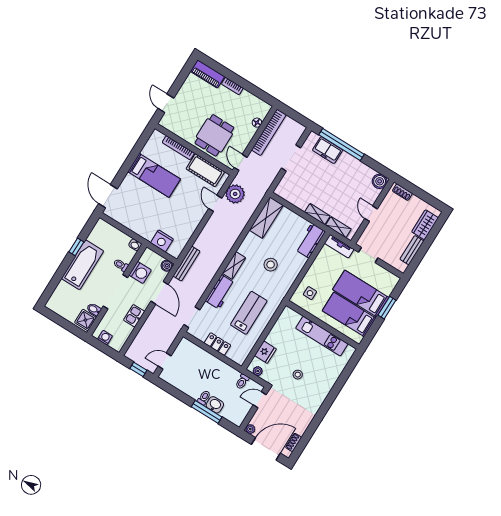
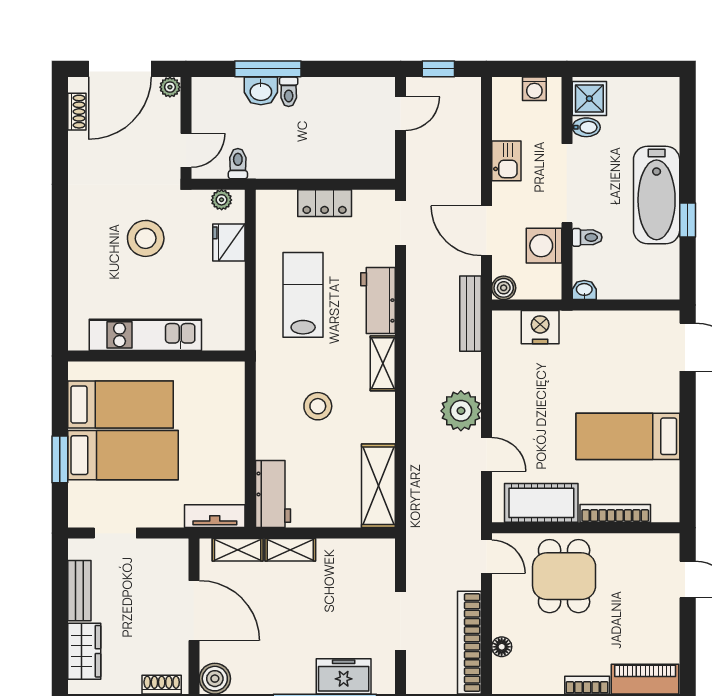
plant: (235, 194) -> (461, 411), moved
door: (371, 214) -> (194, 611), width x1.87
doorway: (368, 255) -> (115, 533), moved
side table: (310, 293) -> (215, 399), removed
lab bench: (249, 313) -> (303, 295), turned 180
stool: (298, 375) -> (146, 238), width x1.89, depth x1.89

